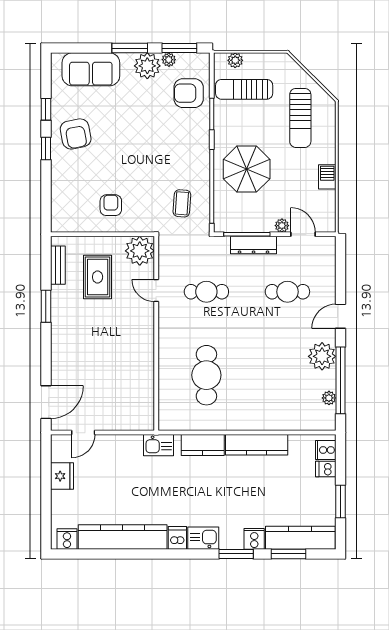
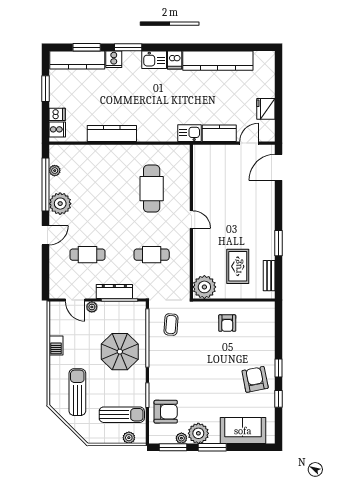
door: (156, 291) -> (191, 220), moved
kitchen counter: (203, 445) -> (219, 133), moved
cooker: (67, 539) -> (262, 59), removed

